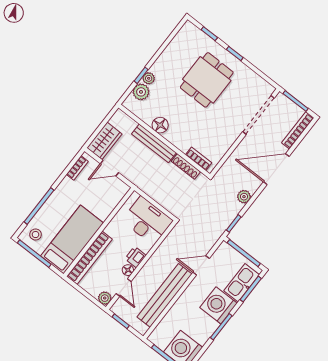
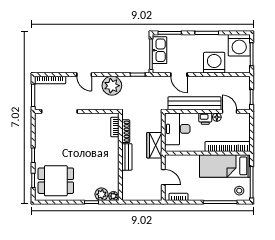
plant: (149, 78) -> (113, 196), moved
dining table: (207, 80) -> (56, 181), moved
floor lamp: (160, 125) -> (113, 167), removed
wardrobe: (104, 141) -> (154, 145), moved, turned -90
bench: (154, 143) -> (127, 157), width x0.73
door: (276, 169) -> (84, 75), width x0.53
plant: (244, 197) -> (112, 86), width x1.88, depth x1.88
kitchen sink: (242, 283) -> (160, 50), moved, turned -90
door: (124, 287) -> (230, 111), hinge flipped
bench: (164, 295) -> (195, 103), moved
plant: (105, 298) -> (245, 118), removed
washing machine: (219, 305) -> (214, 63), moved, turned 180

